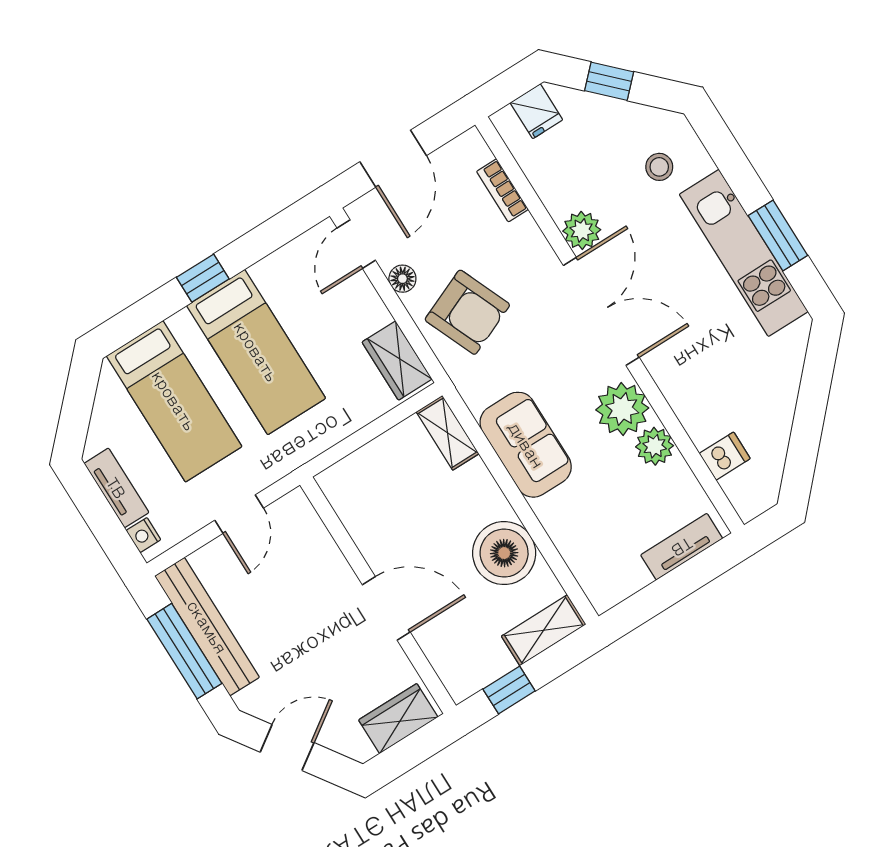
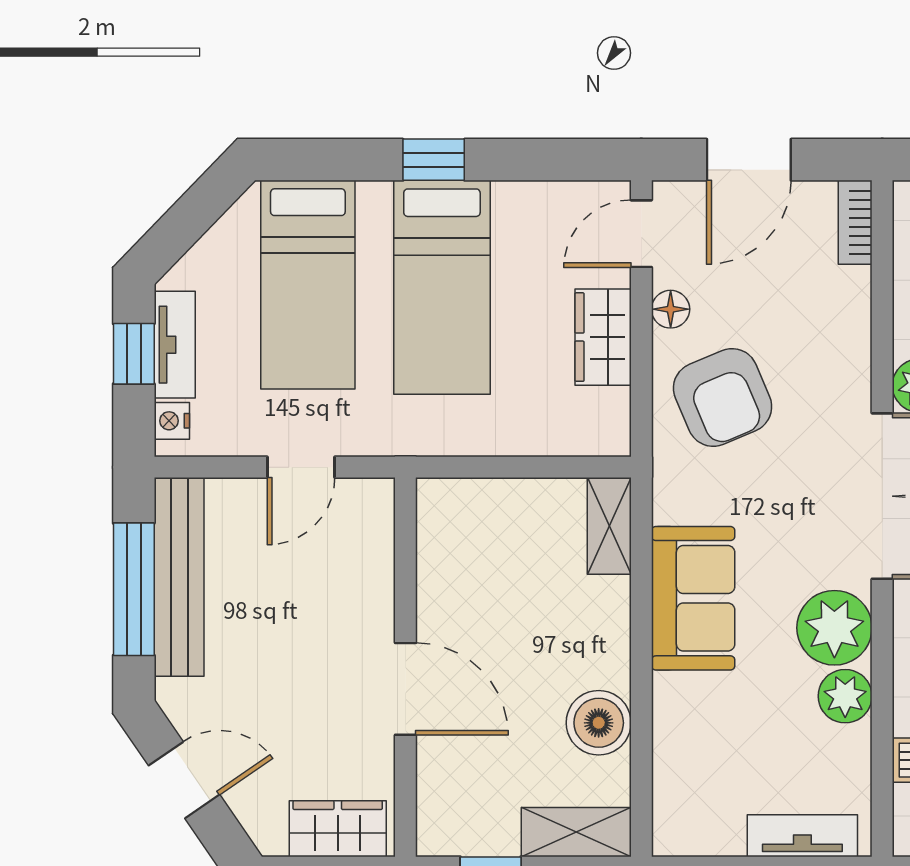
bookcase: (502, 190) -> (855, 222), moved
wardrobe: (397, 361) -> (603, 337), moved
window: (95, 509) -> (134, 354), added
boiler: (504, 553) -> (599, 723), width x0.73, depth x0.73

